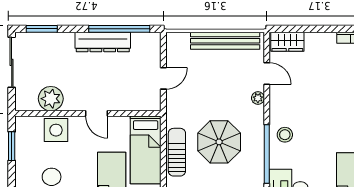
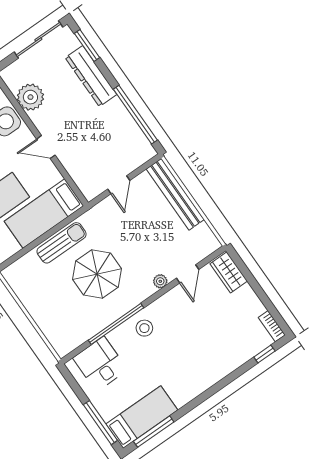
bench: (225, 41) -> (175, 194), moved
dresser: (103, 42) -> (91, 76), moved
door: (163, 78) -> (119, 185), hinge flipped
door: (97, 113) -> (46, 147), hinge flipped

